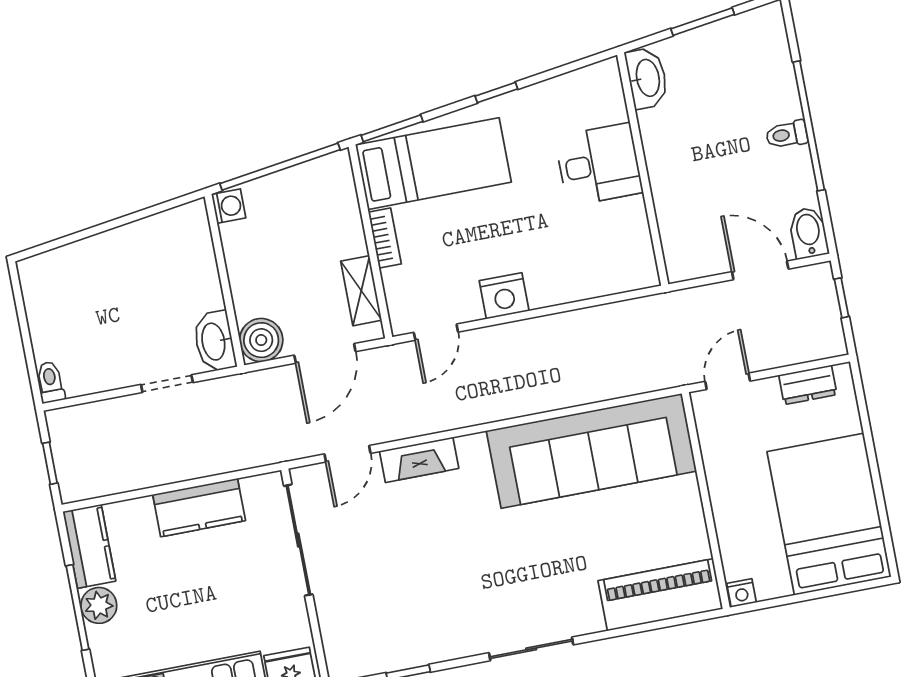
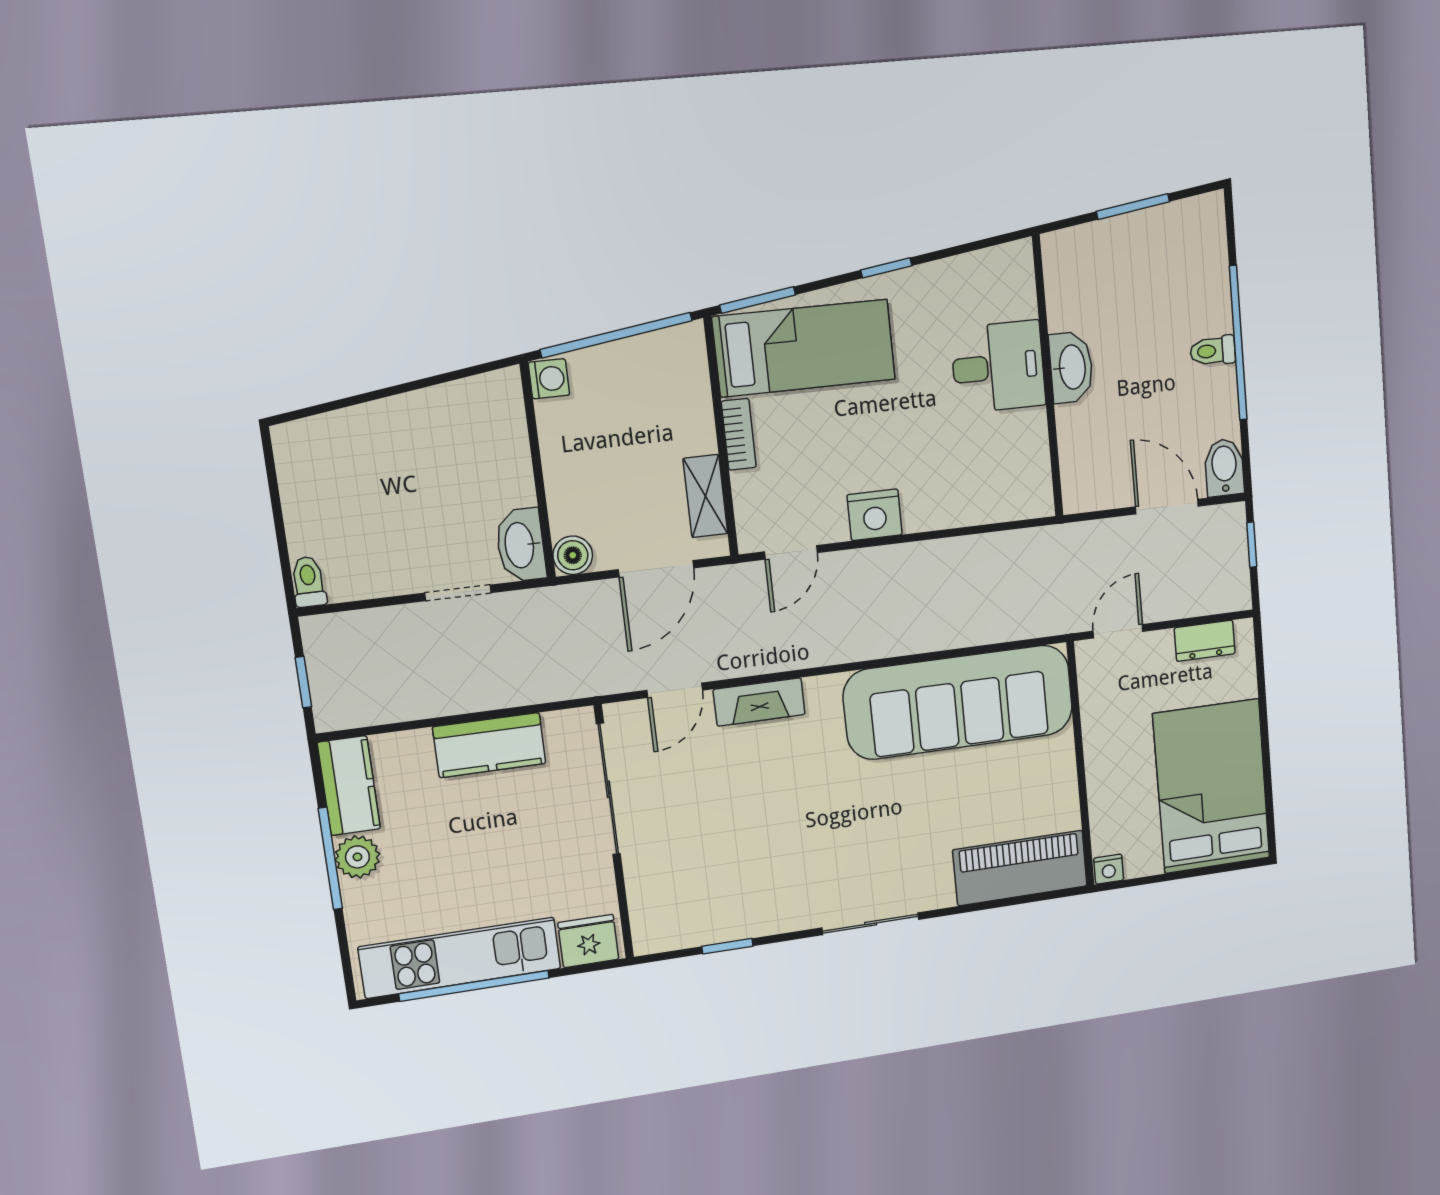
washbasin: (647, 78) -> (1071, 367), moved
boiler: (261, 340) -> (573, 555), width x0.73, depth x0.73

